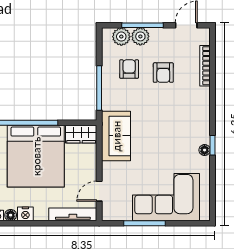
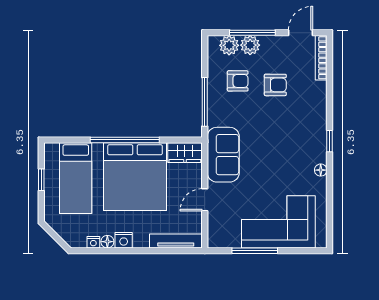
bookcase: (205, 66) -> (321, 58), moved
armchair: (129, 69) -> (238, 81), turned 90
armchair: (163, 73) -> (275, 85), turned -90
window: (213, 145) -> (330, 141), moved
door: (99, 191) -> (205, 200), moved

